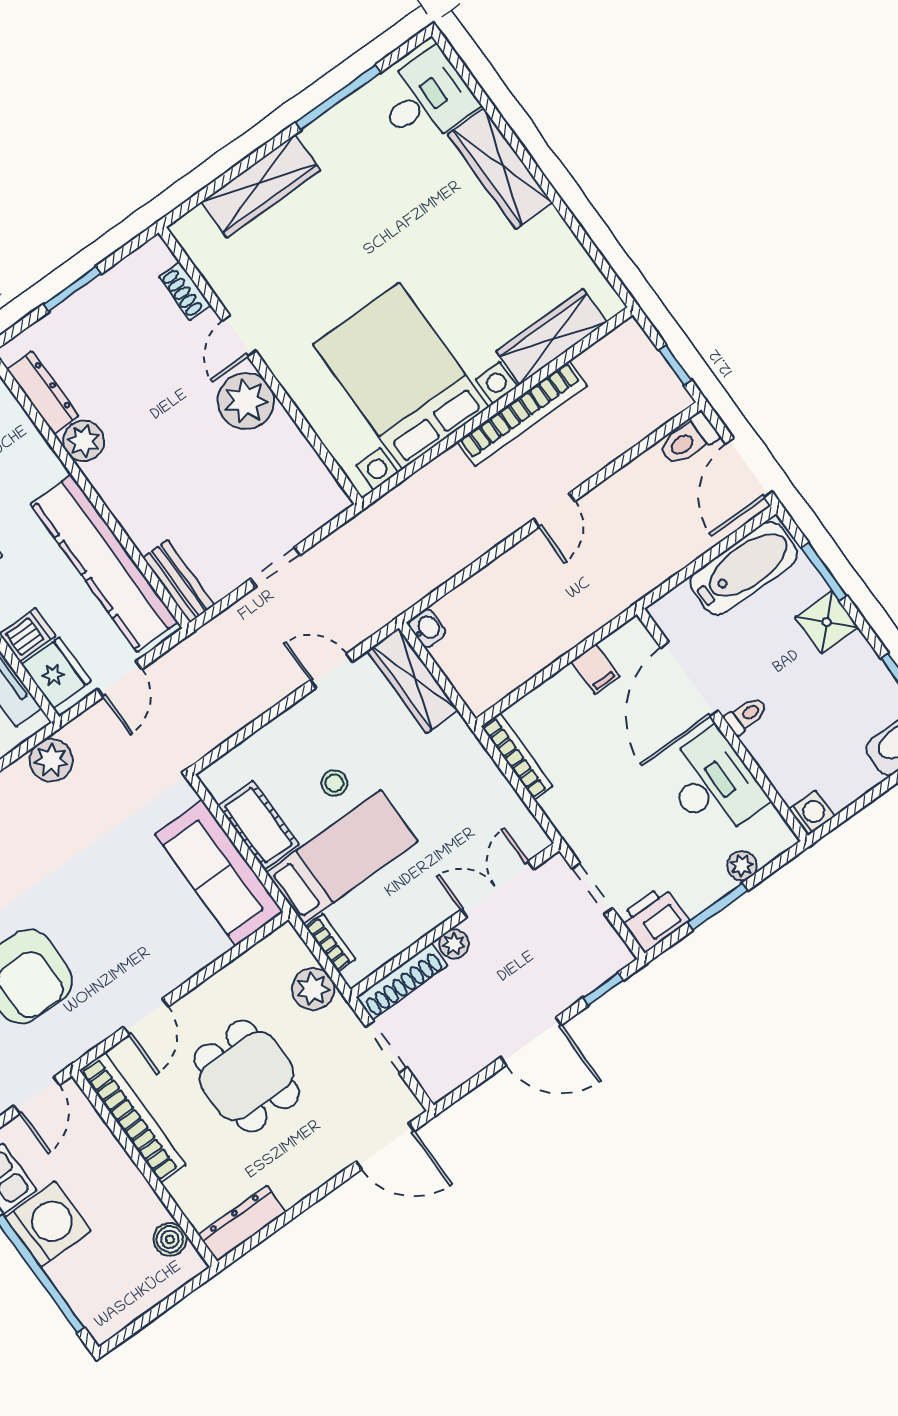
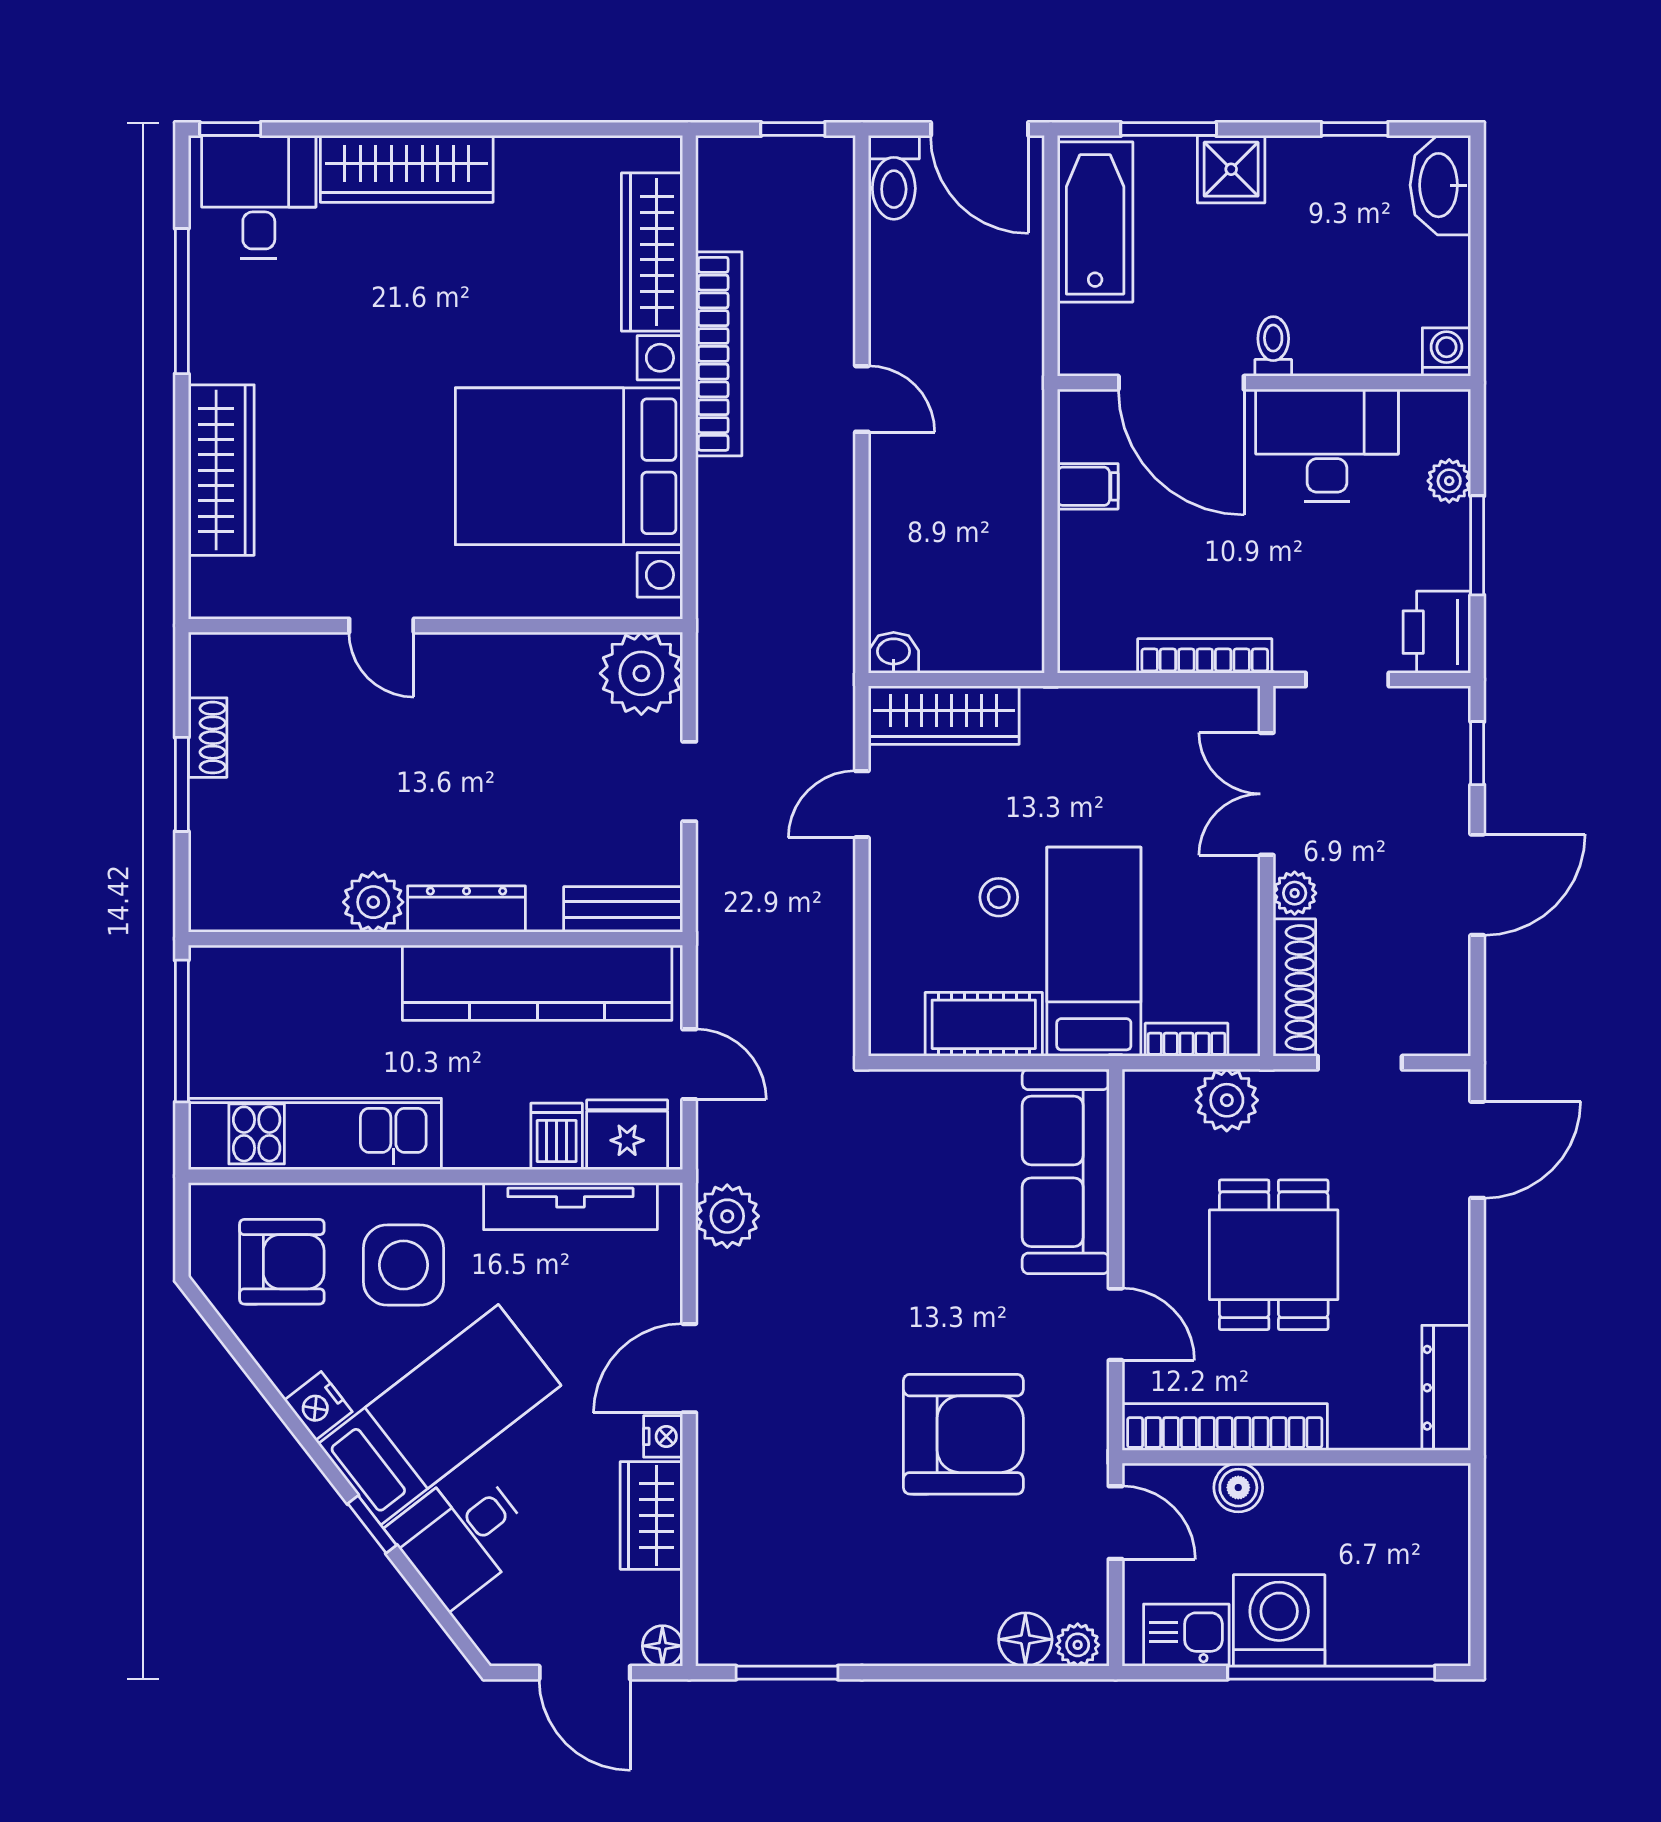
window: (452, 56) -> (230, 129), added
shoe rack: (185, 291) -> (208, 738), moved, turned -90
dresser: (43, 392) -> (467, 909), moved
plant: (246, 401) -> (641, 673), moved
bookcase: (517, 756) -> (1205, 656), moved
sofa: (219, 873) -> (1066, 1171), moved, turned 90
dining table: (247, 1076) -> (1274, 1255), turned 90
boiler: (170, 1239) -> (1238, 1488), moved

